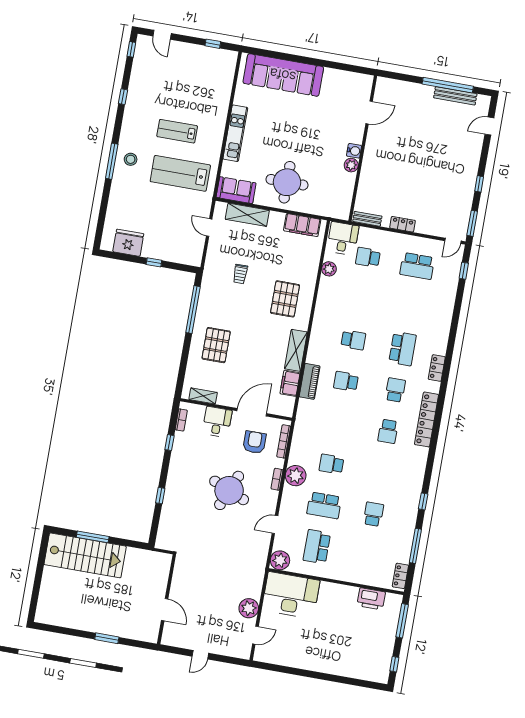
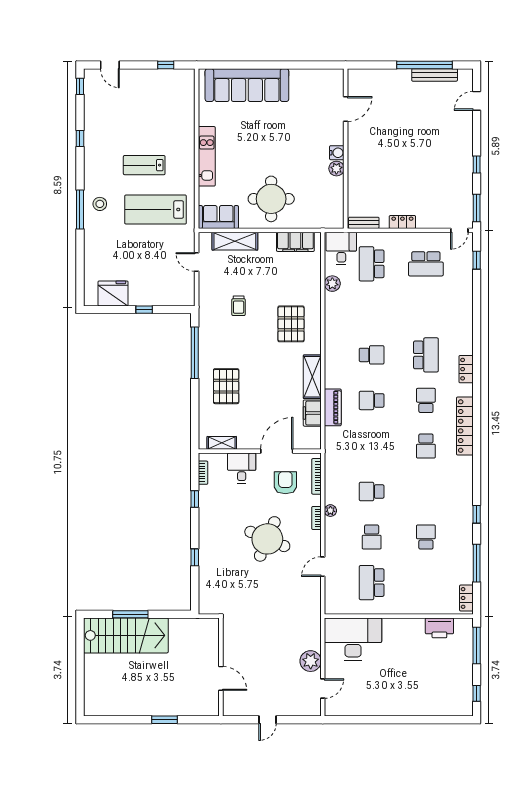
school desk: (368, 257) -> (372, 264), width x1.85
plant: (296, 476) -> (330, 511), width x0.53, depth x0.53
school desk: (324, 505) -> (372, 537), width x0.54
plant: (280, 560) -> (335, 604), removed

